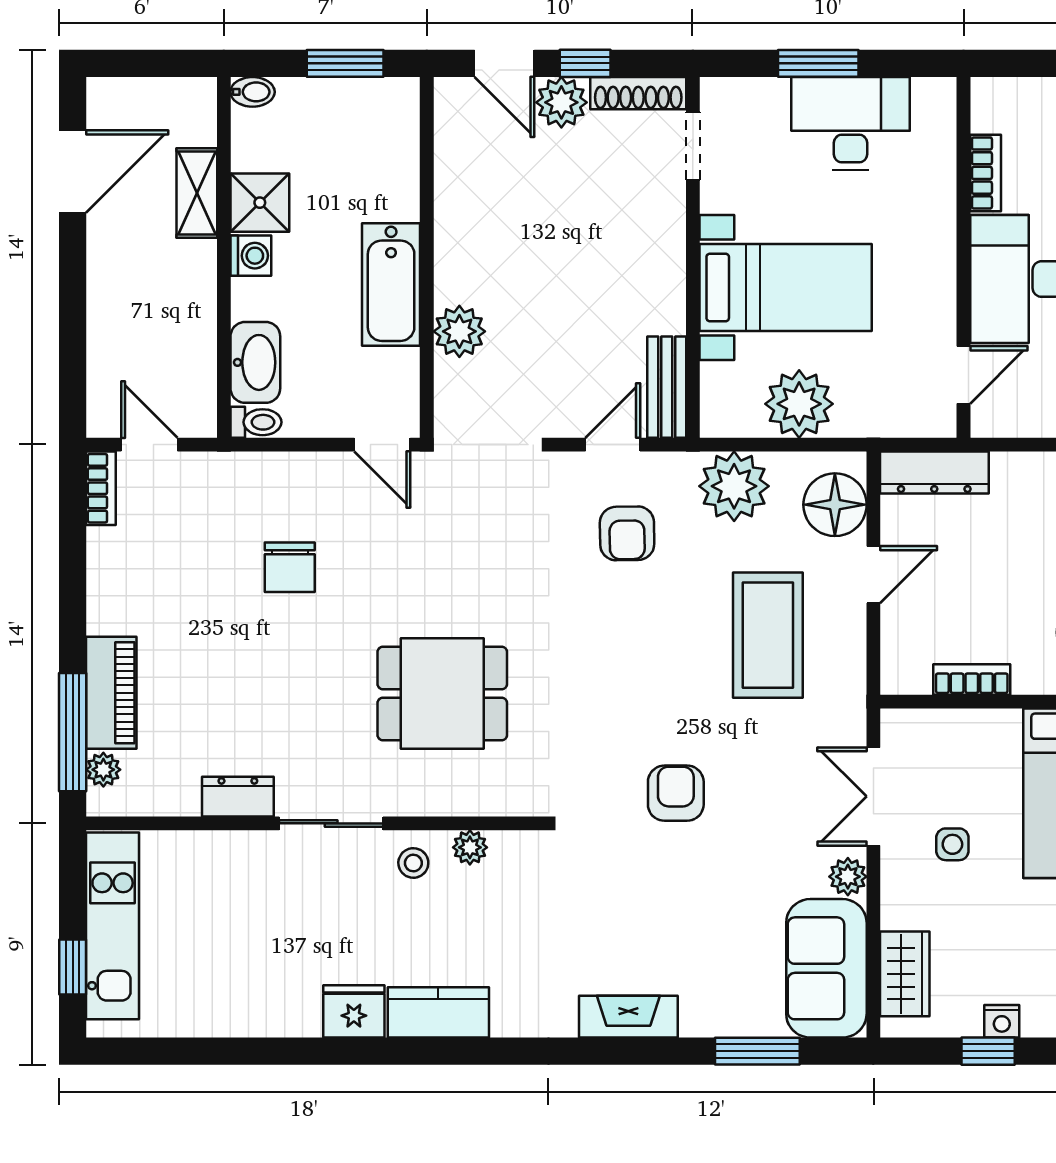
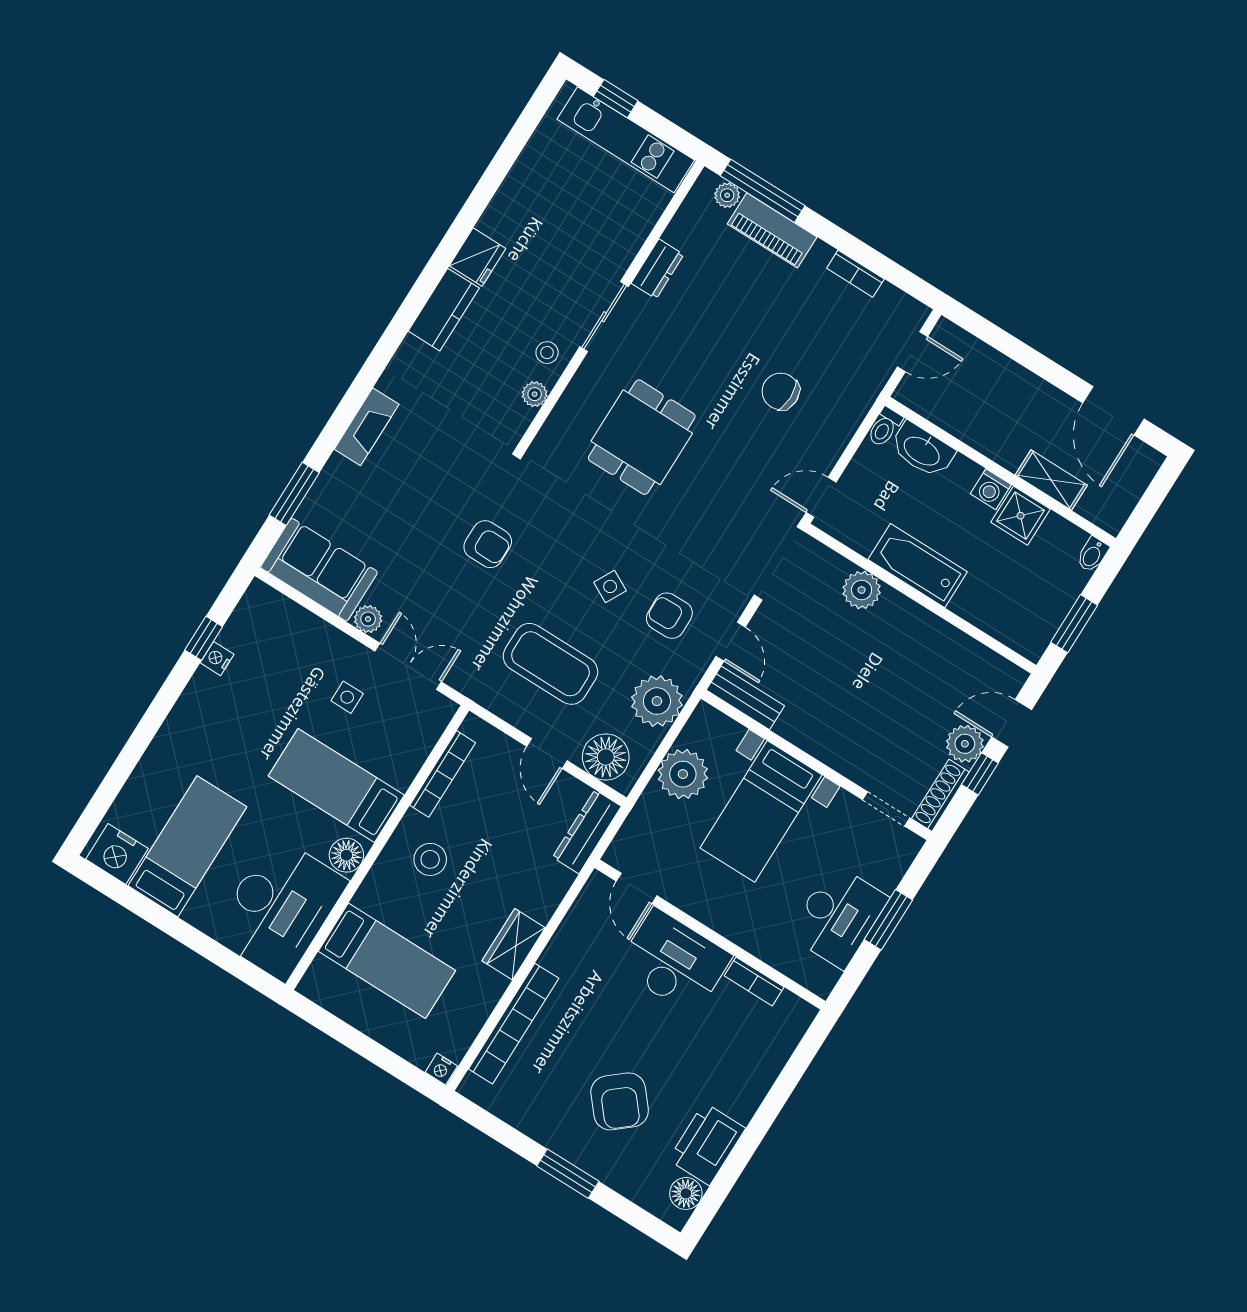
bookcase: (101, 488) -> (855, 274), moved
side table: (636, 622) -> (610, 586), added
bookcase: (972, 680) -> (443, 774), width x1.56
wardrobe: (905, 974) -> (285, 616), removed

